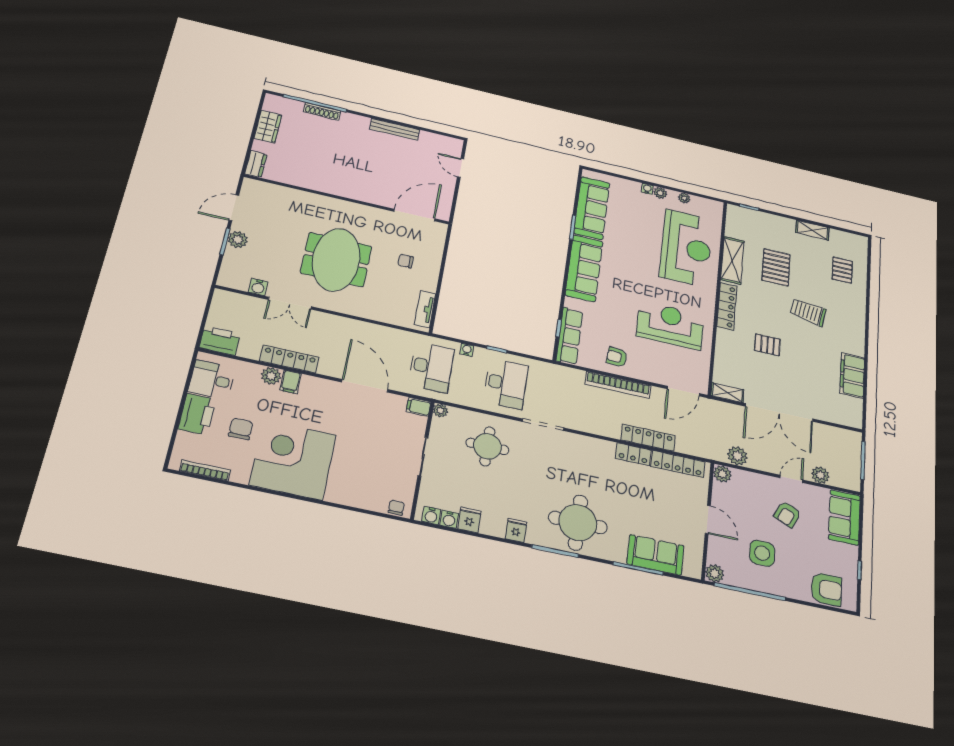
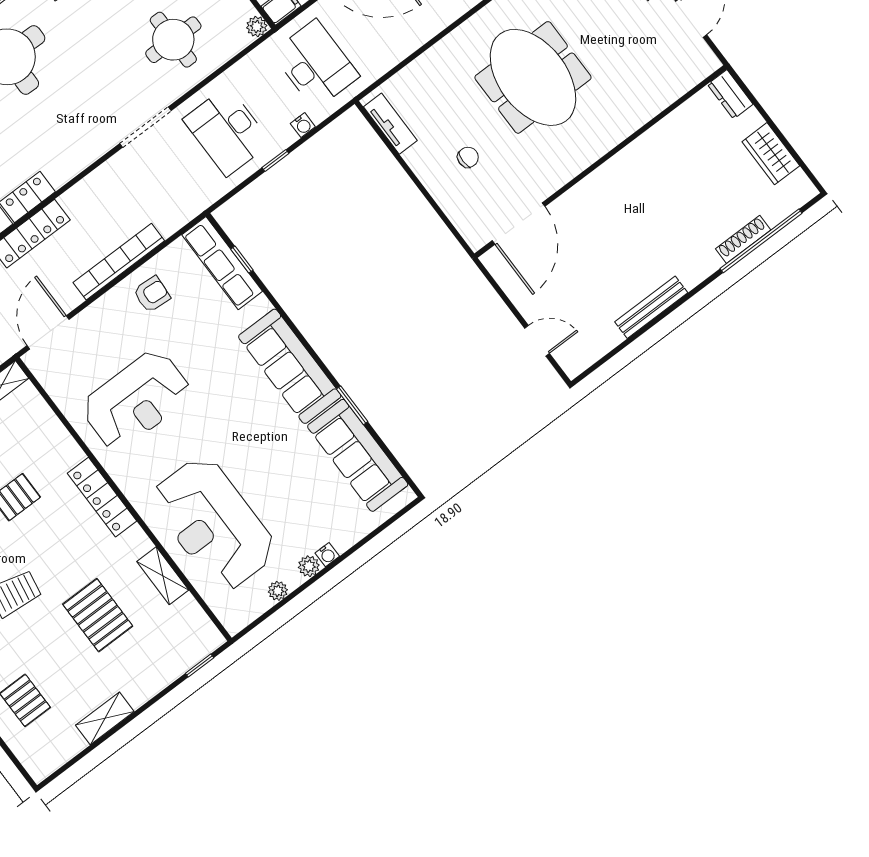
shelving: (732, 260) -> (163, 576), width x0.67, depth x0.75
desk: (431, 367) -> (315, 64), turned 180

